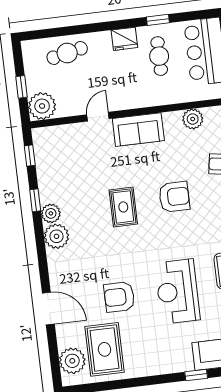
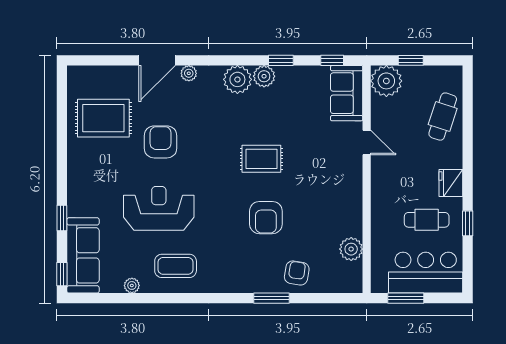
cafe table: (67, 53) -> (443, 117), turned 30
sofa: (138, 130) -> (347, 93), moved
plant: (72, 361) -> (189, 73), moved, width x0.53, depth x0.53

